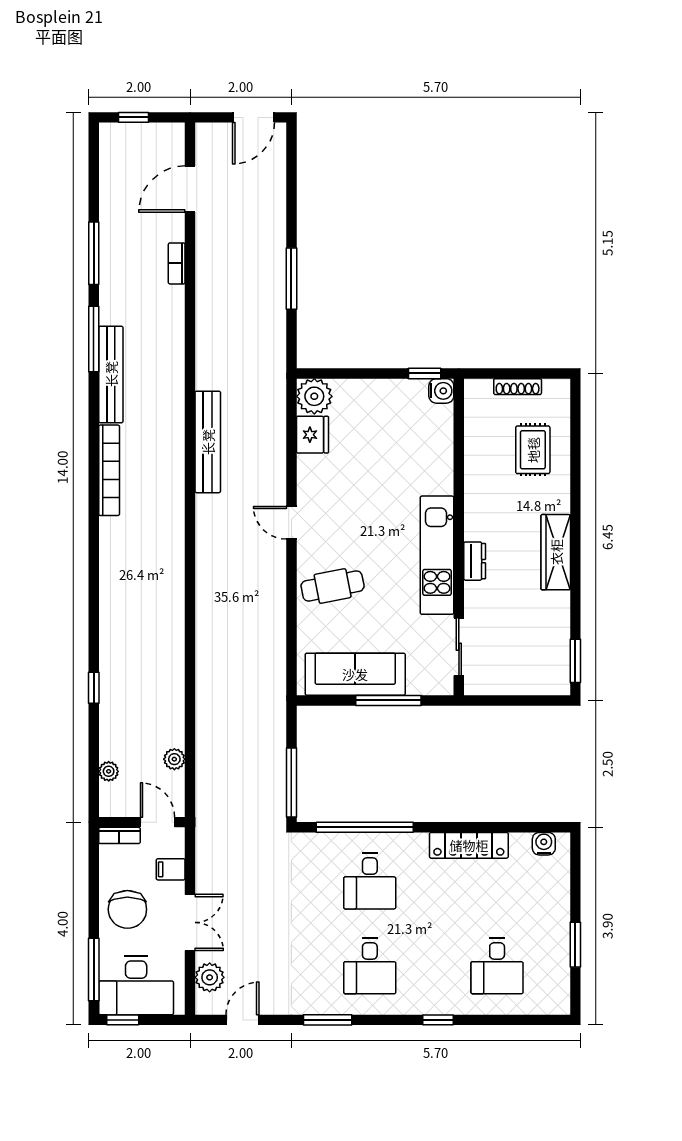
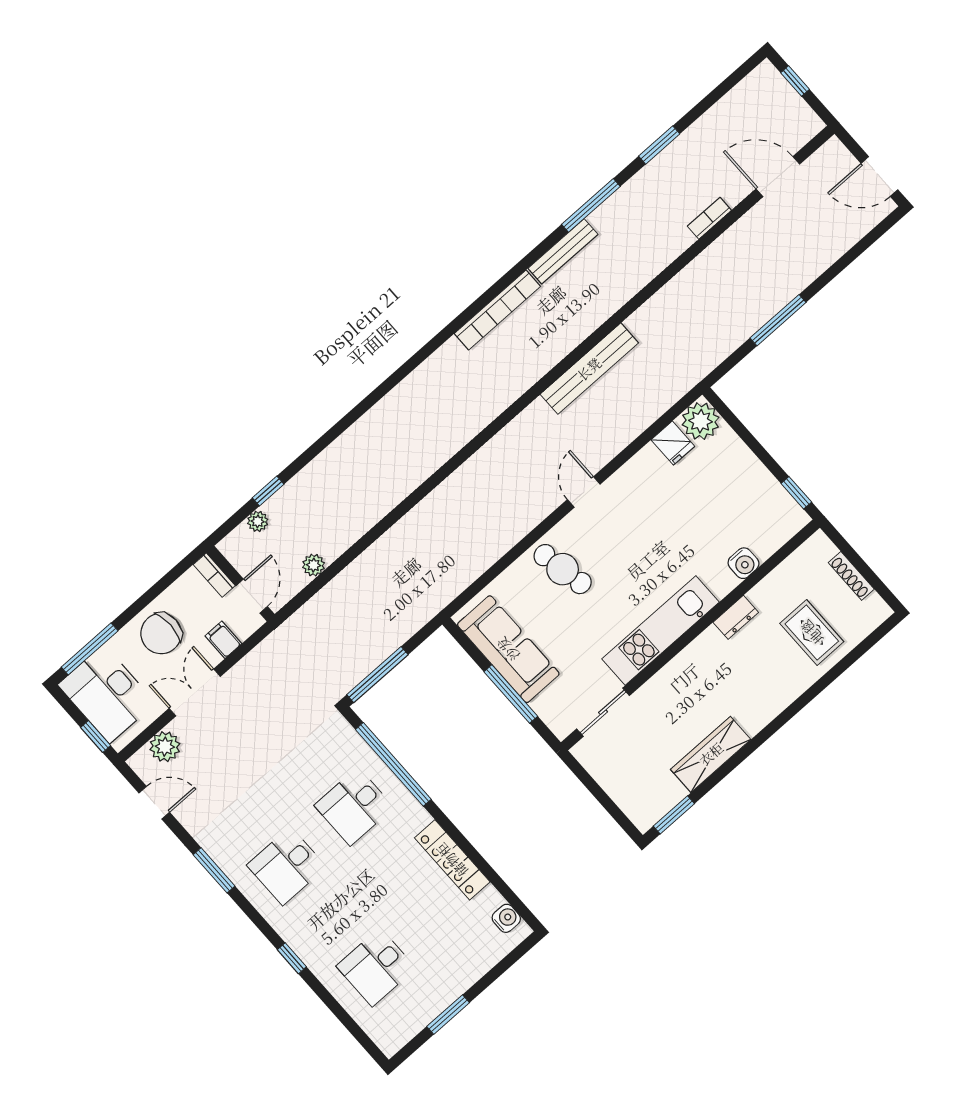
window: (94, 253) -> (659, 145), width x0.69
bench: (111, 374) -> (563, 251), width x0.73, depth x0.82
water cooler: (441, 391) -> (743, 563), moved
fridge: (312, 435) -> (673, 443), width x0.72
rug: (533, 450) -> (812, 632), turned 90
wardrobe: (556, 552) -> (711, 754), moved
dresser: (475, 561) -> (736, 617), moved
window: (94, 688) -> (268, 491), moved
double door: (190, 922) -> (195, 692), swing flipped
window: (123, 1020) -> (96, 736), moved

